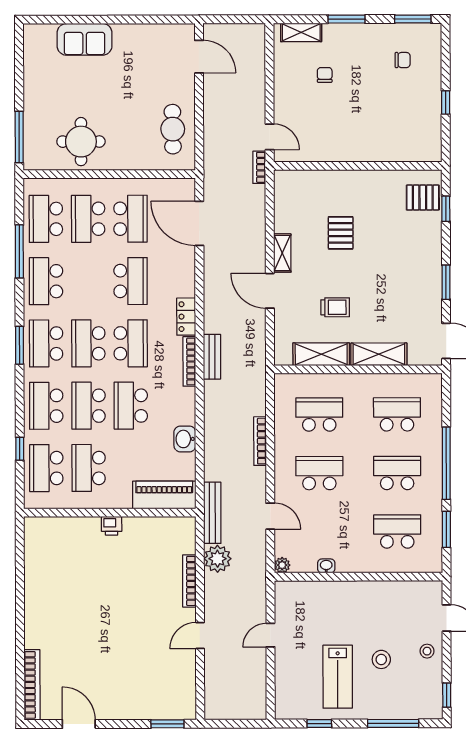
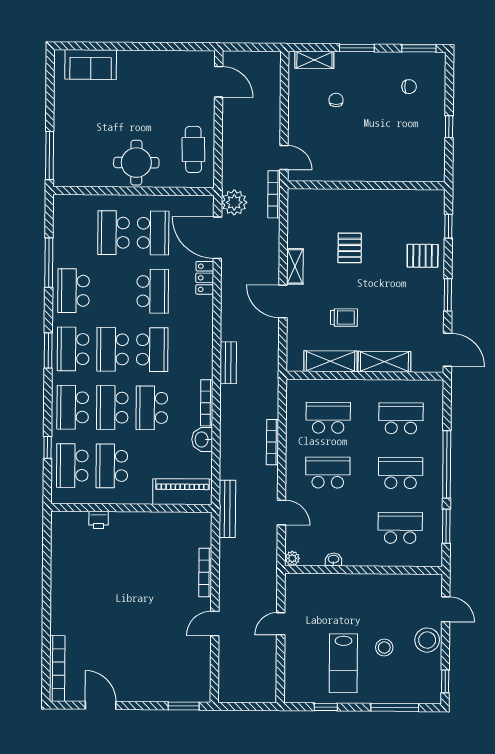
sofa: (85, 39) -> (91, 65), moved
round table: (81, 142) -> (136, 163), moved
bookcase: (259, 167) -> (274, 194), width x1.56
pallet: (423, 198) -> (423, 256), moved
school desk: (46, 219) -> (74, 232), removed
locker: (186, 317) -> (205, 278), moved
bookcase: (189, 361) -> (207, 403), moved
printer: (112, 526) -> (99, 520), moved
plant: (217, 559) -> (234, 202), moved
stool: (427, 651) -> (427, 640), width x1.89, depth x1.89

